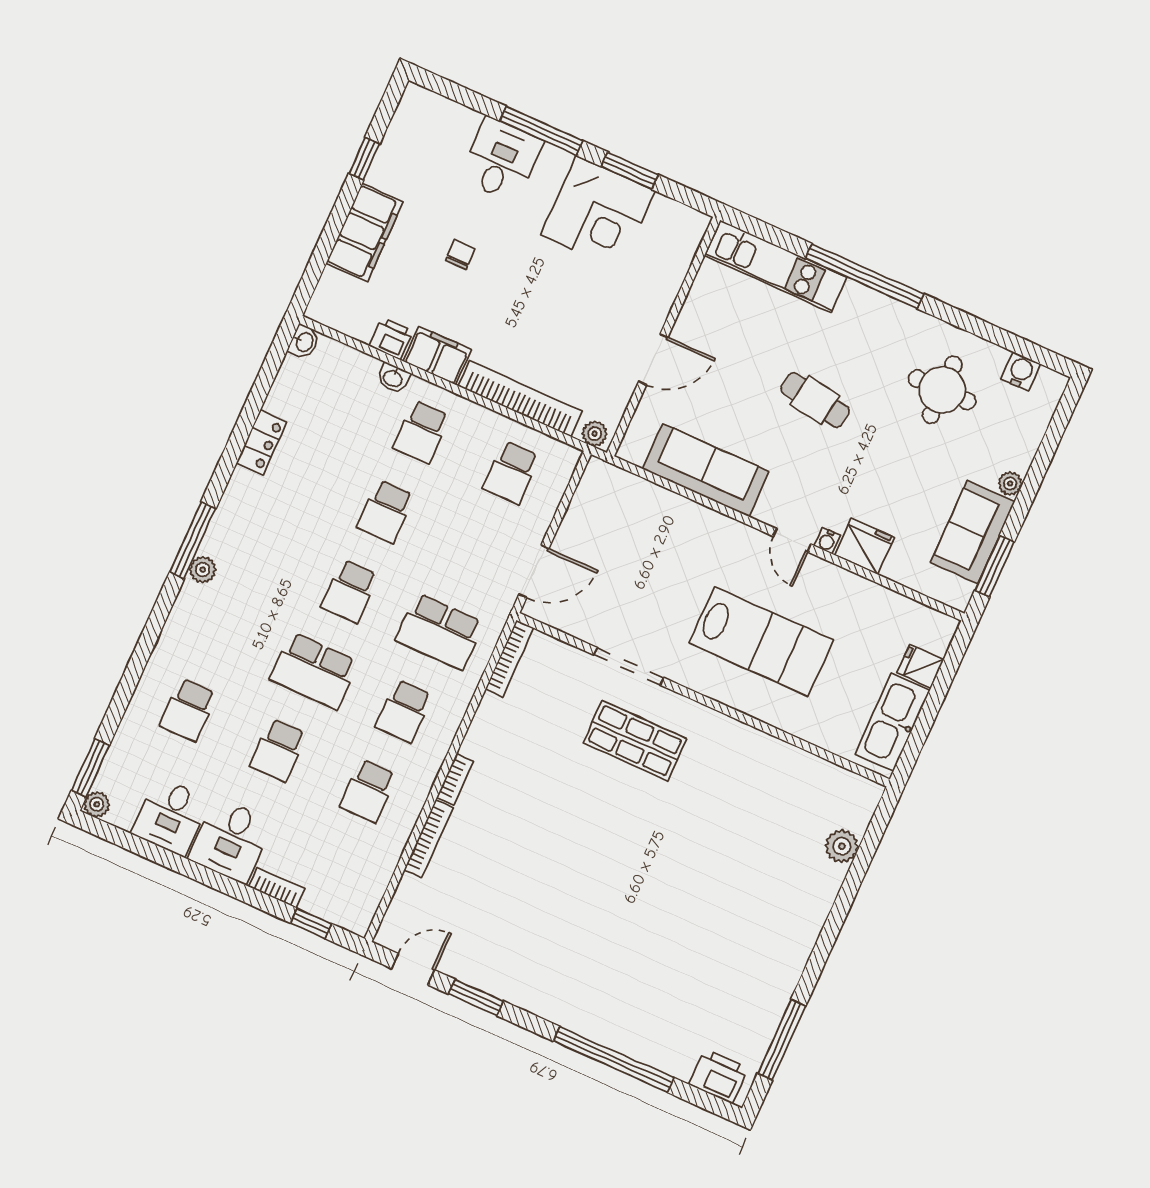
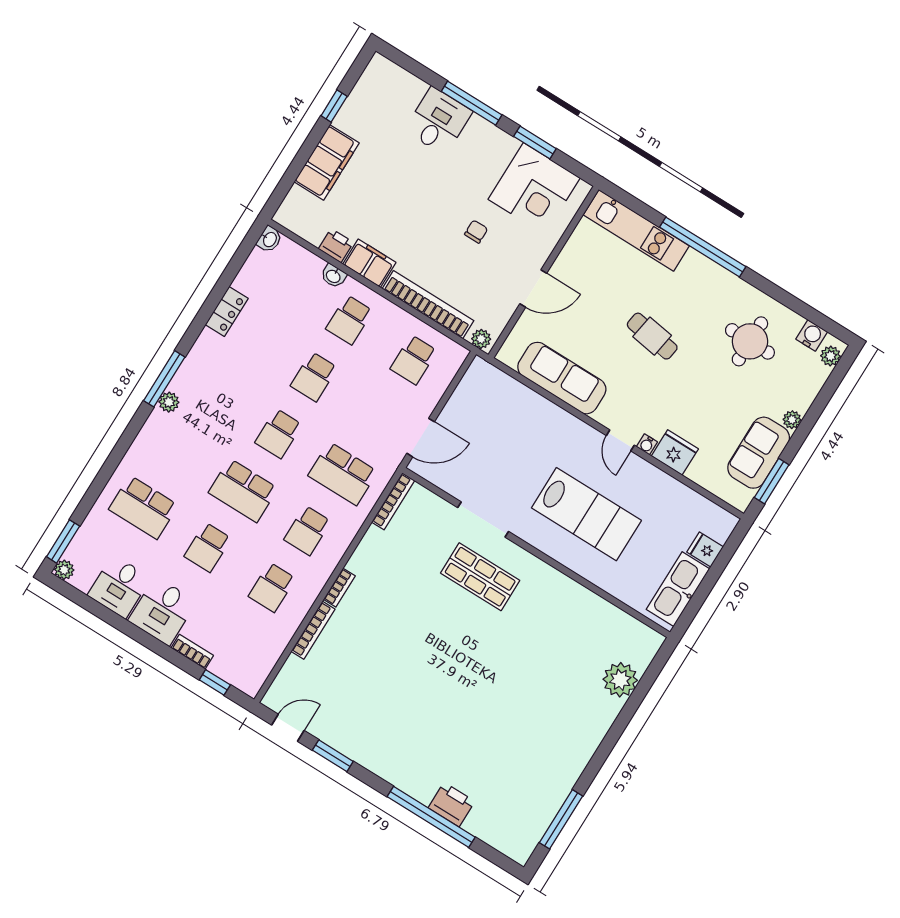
corner desk: (598, 213) -> (534, 189), moved
chair: (460, 255) -> (476, 232), moved
plant: (1049, 395) -> (831, 356), added
school desk: (188, 710) -> (143, 507), width x1.85
plant: (842, 846) -> (620, 680), width x1.36, depth x1.36
printer: (719, 1076) -> (451, 805), moved

